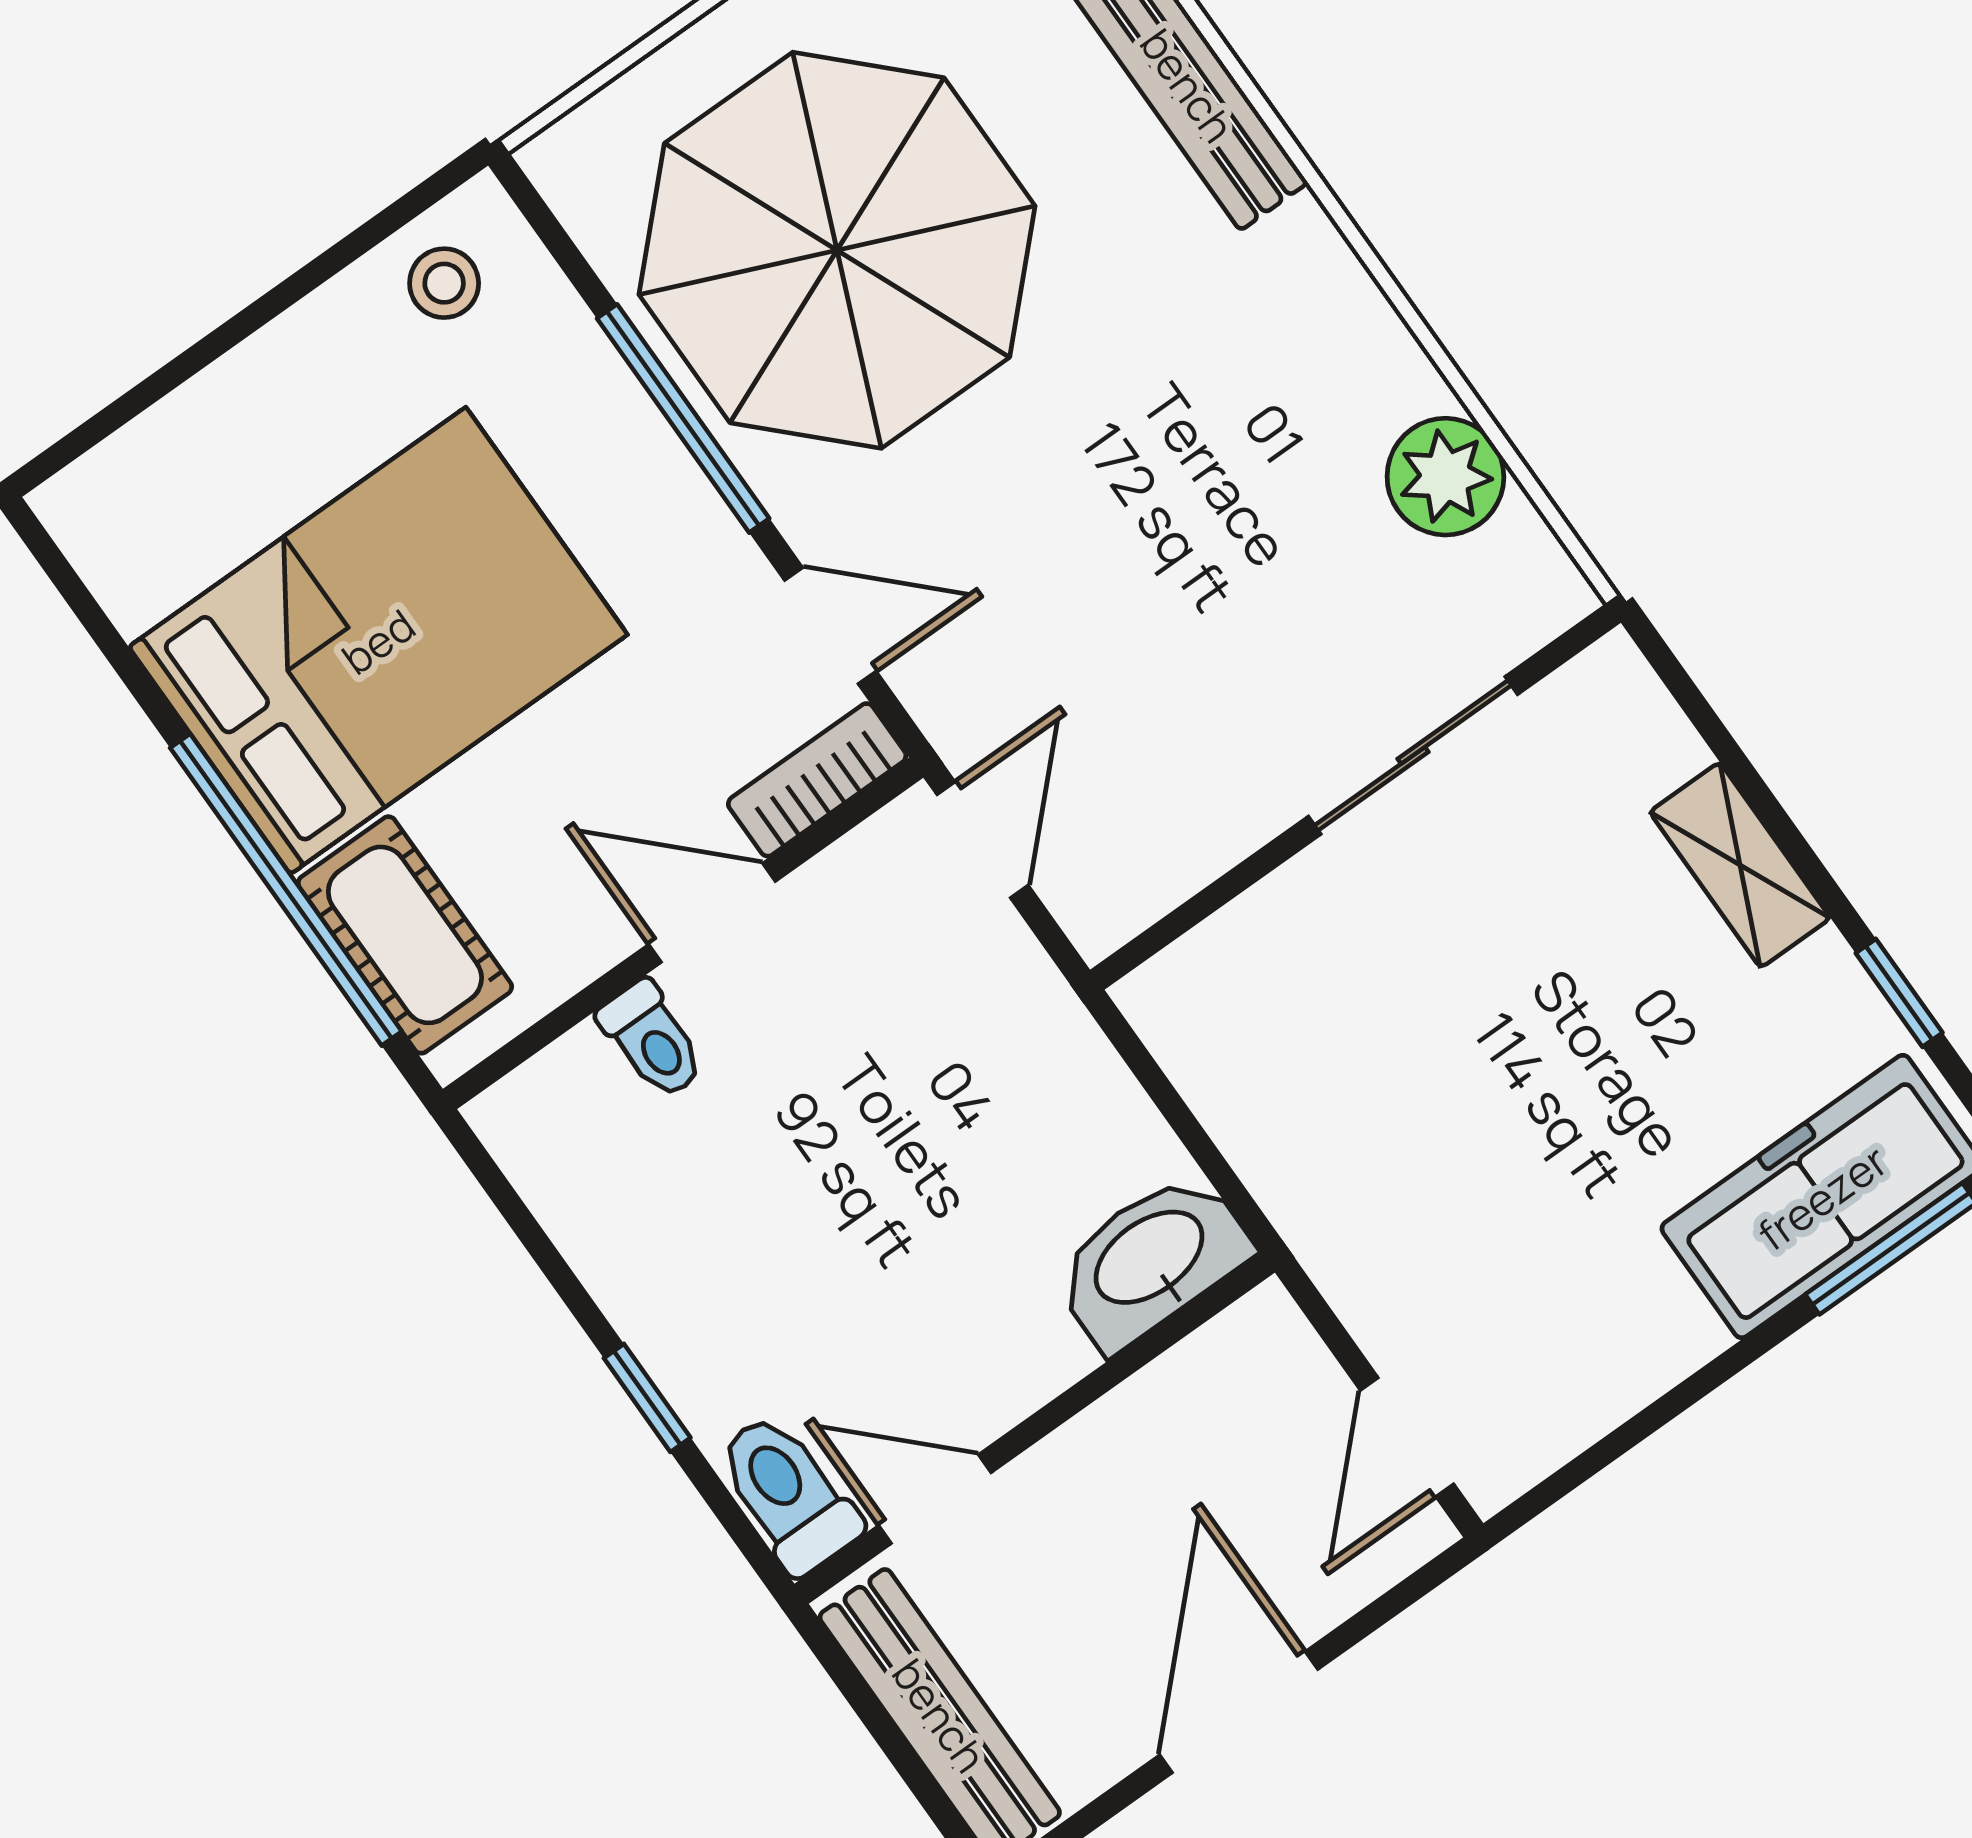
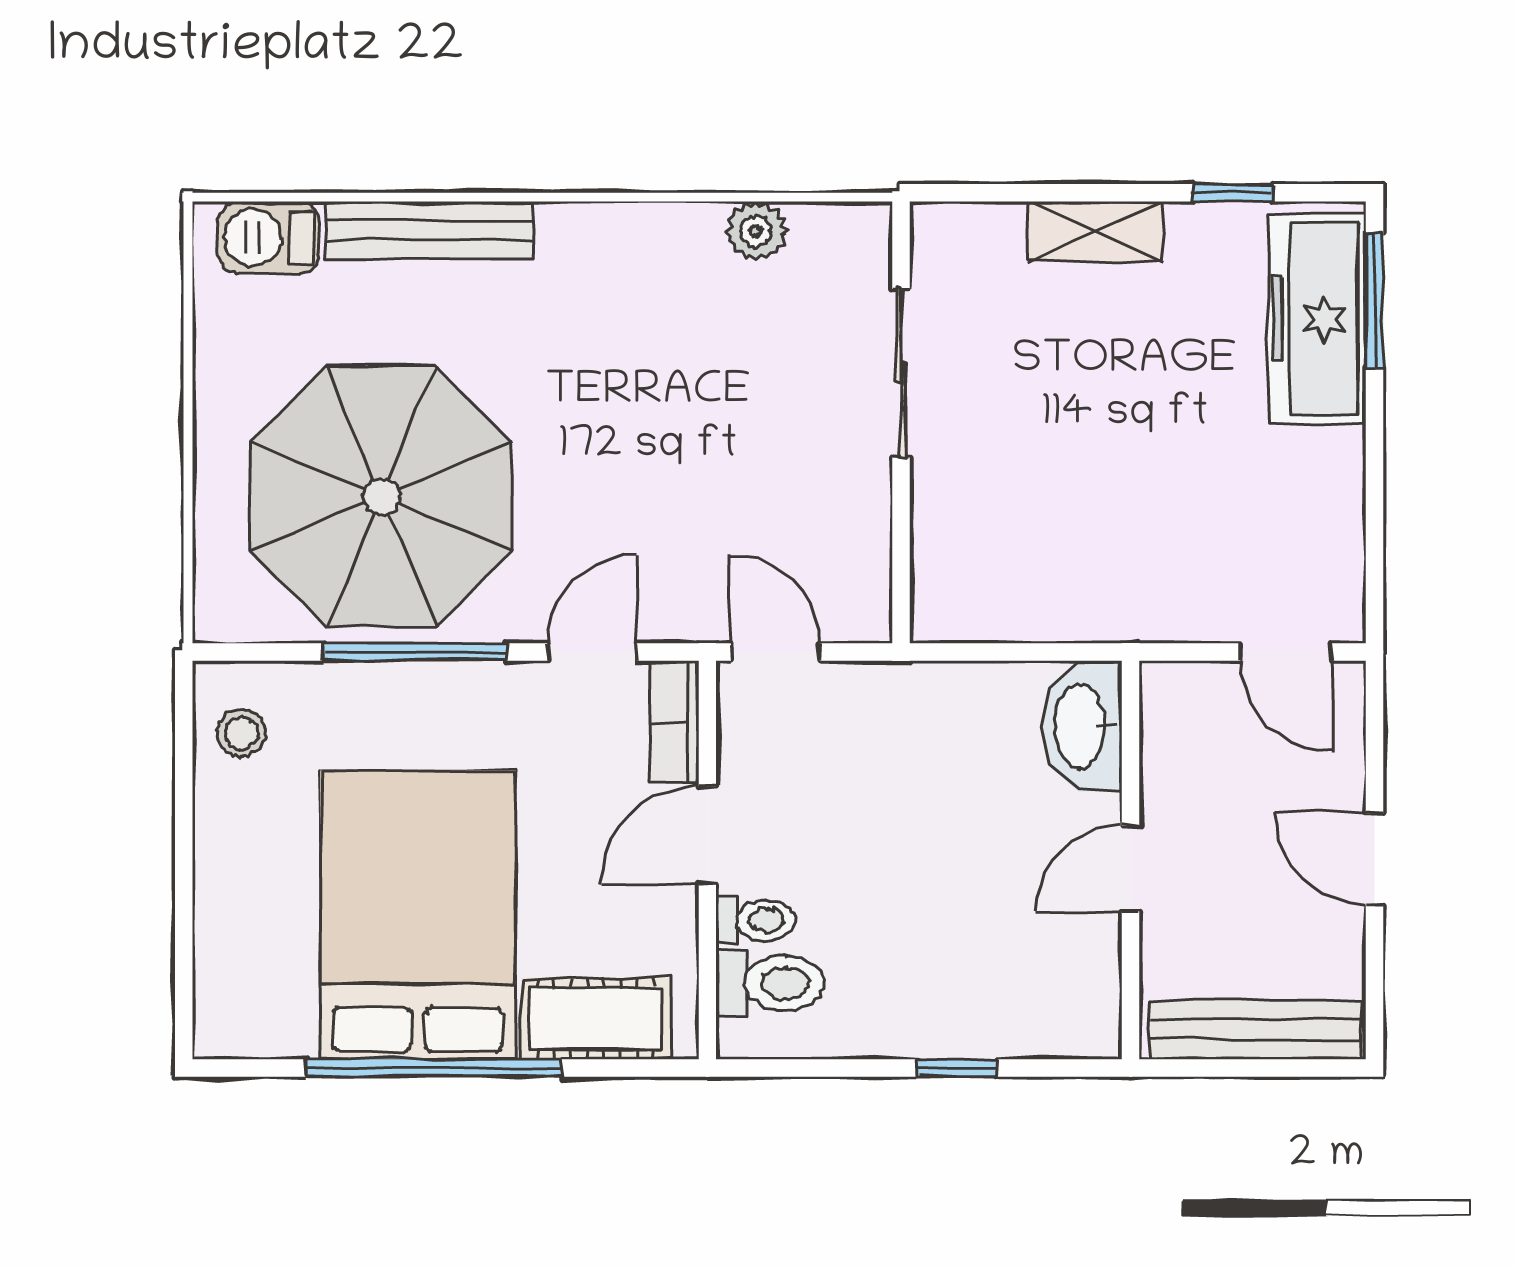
plant: (1445, 477) -> (756, 231), width x0.73, depth x0.73
window: (286, 890) -> (434, 1068), moved
toilet: (788, 1493) -> (770, 983), moved, turned 180
door: (935, 1499) -> (1131, 868), moved
door: (1239, 1712) -> (1374, 859), width x0.73

